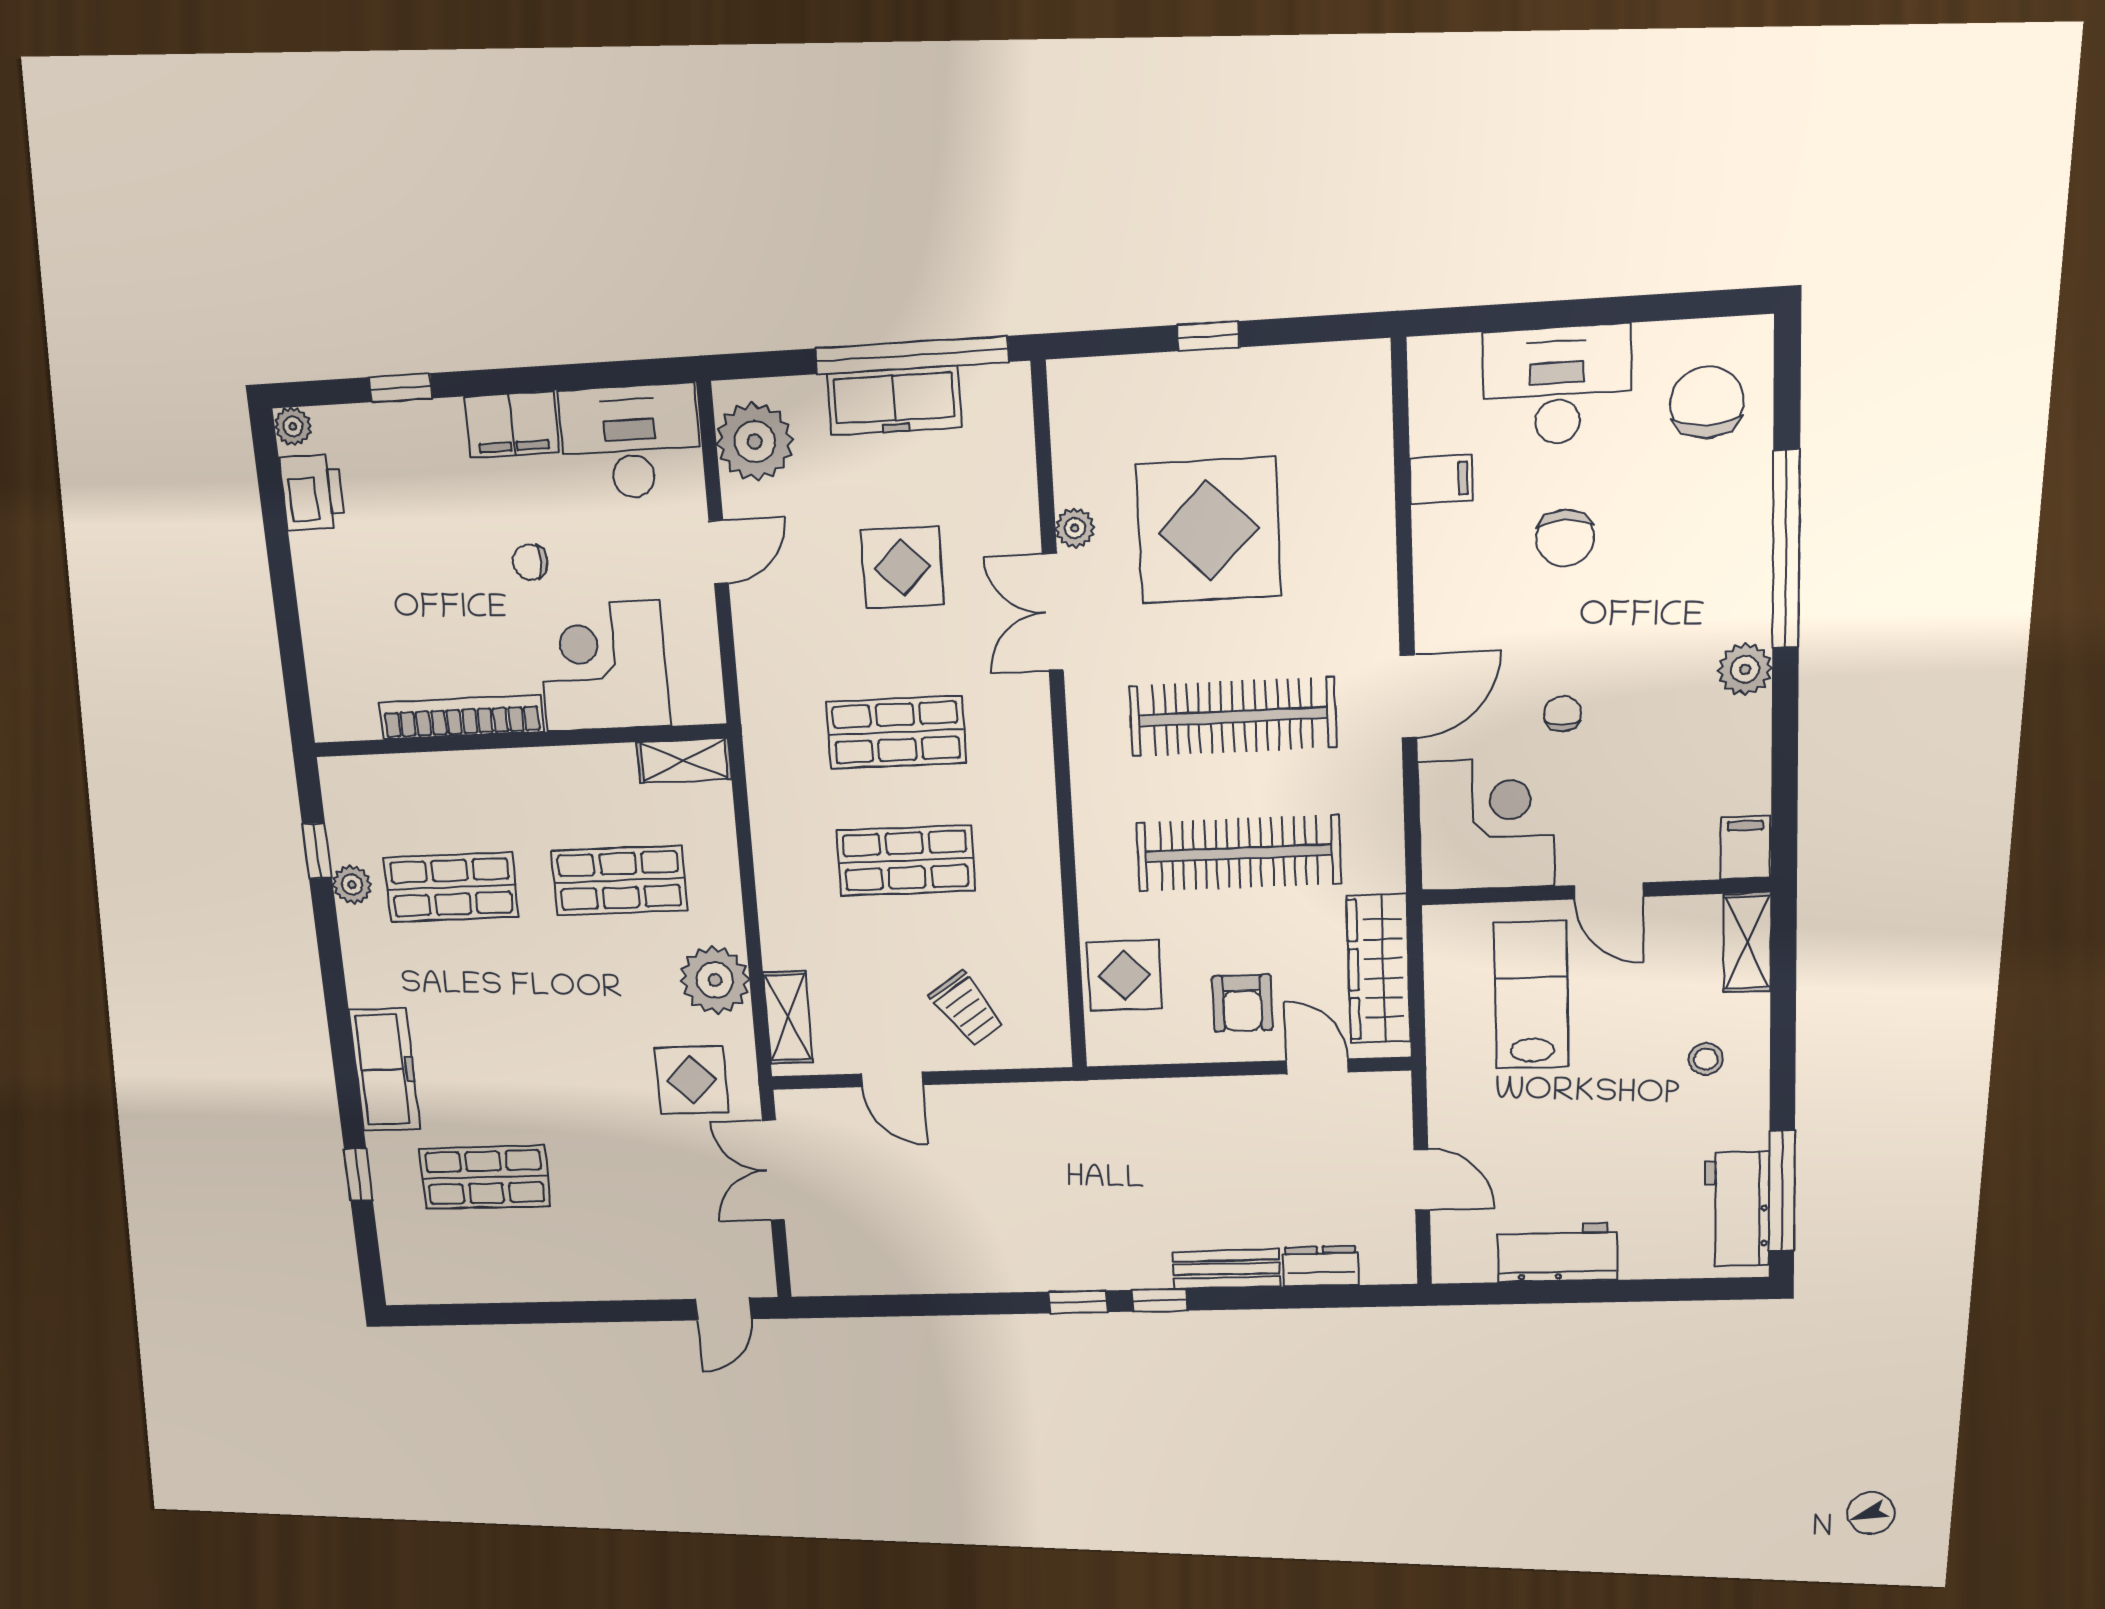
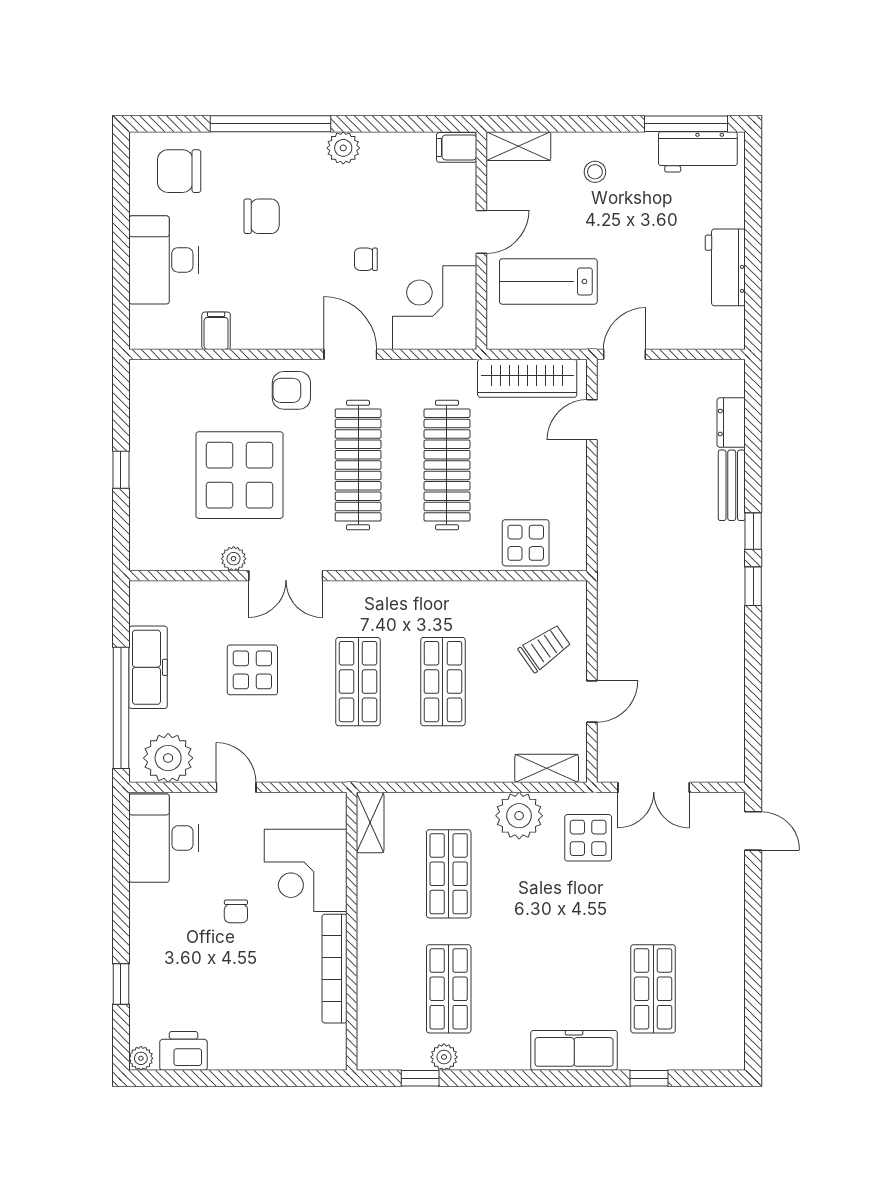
window: (912, 355) -> (121, 708), moved
filing cabinet: (512, 425) -> (148, 914), removed
chair: (1565, 538) -> (262, 216), moved
armchair: (1242, 1003) -> (291, 390), moved, turned 180
door: (1422, 1180) -> (625, 354), moved

